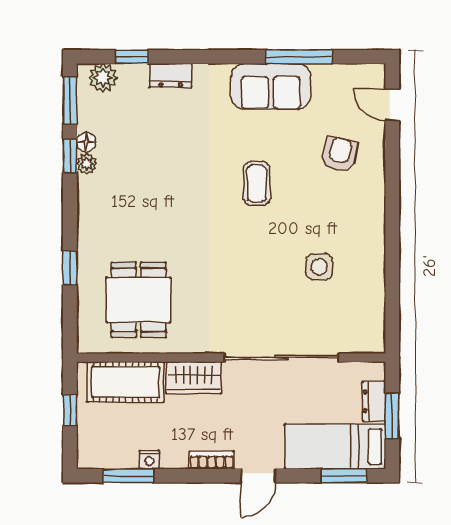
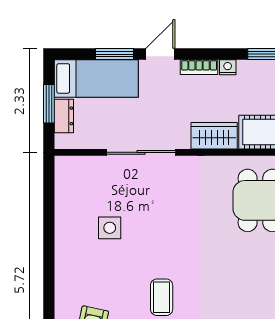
sliding door: (281, 358) -> (141, 152), width x0.73
nightstand: (149, 460) -> (228, 67), moved
window: (344, 476) -> (115, 54), moved

